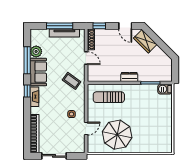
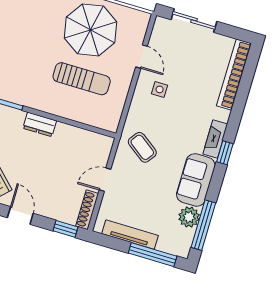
window: (60, 26) -> (153, 255), moved
door: (86, 58) -> (105, 180), hinge flipped
window: (27, 60) -> (203, 225), moved
sun lounger: (109, 97) -> (82, 79), moved
door: (86, 129) -> (142, 57), swing flipped
sliding door: (54, 156) -> (194, 20), moved

